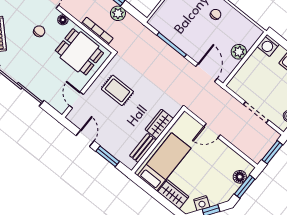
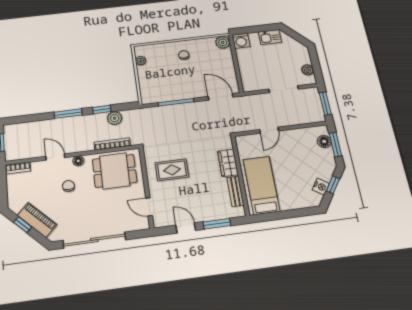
plant: (239, 52) -> (223, 42), moved
wardrobe: (173, 194) -> (294, 201), removed

